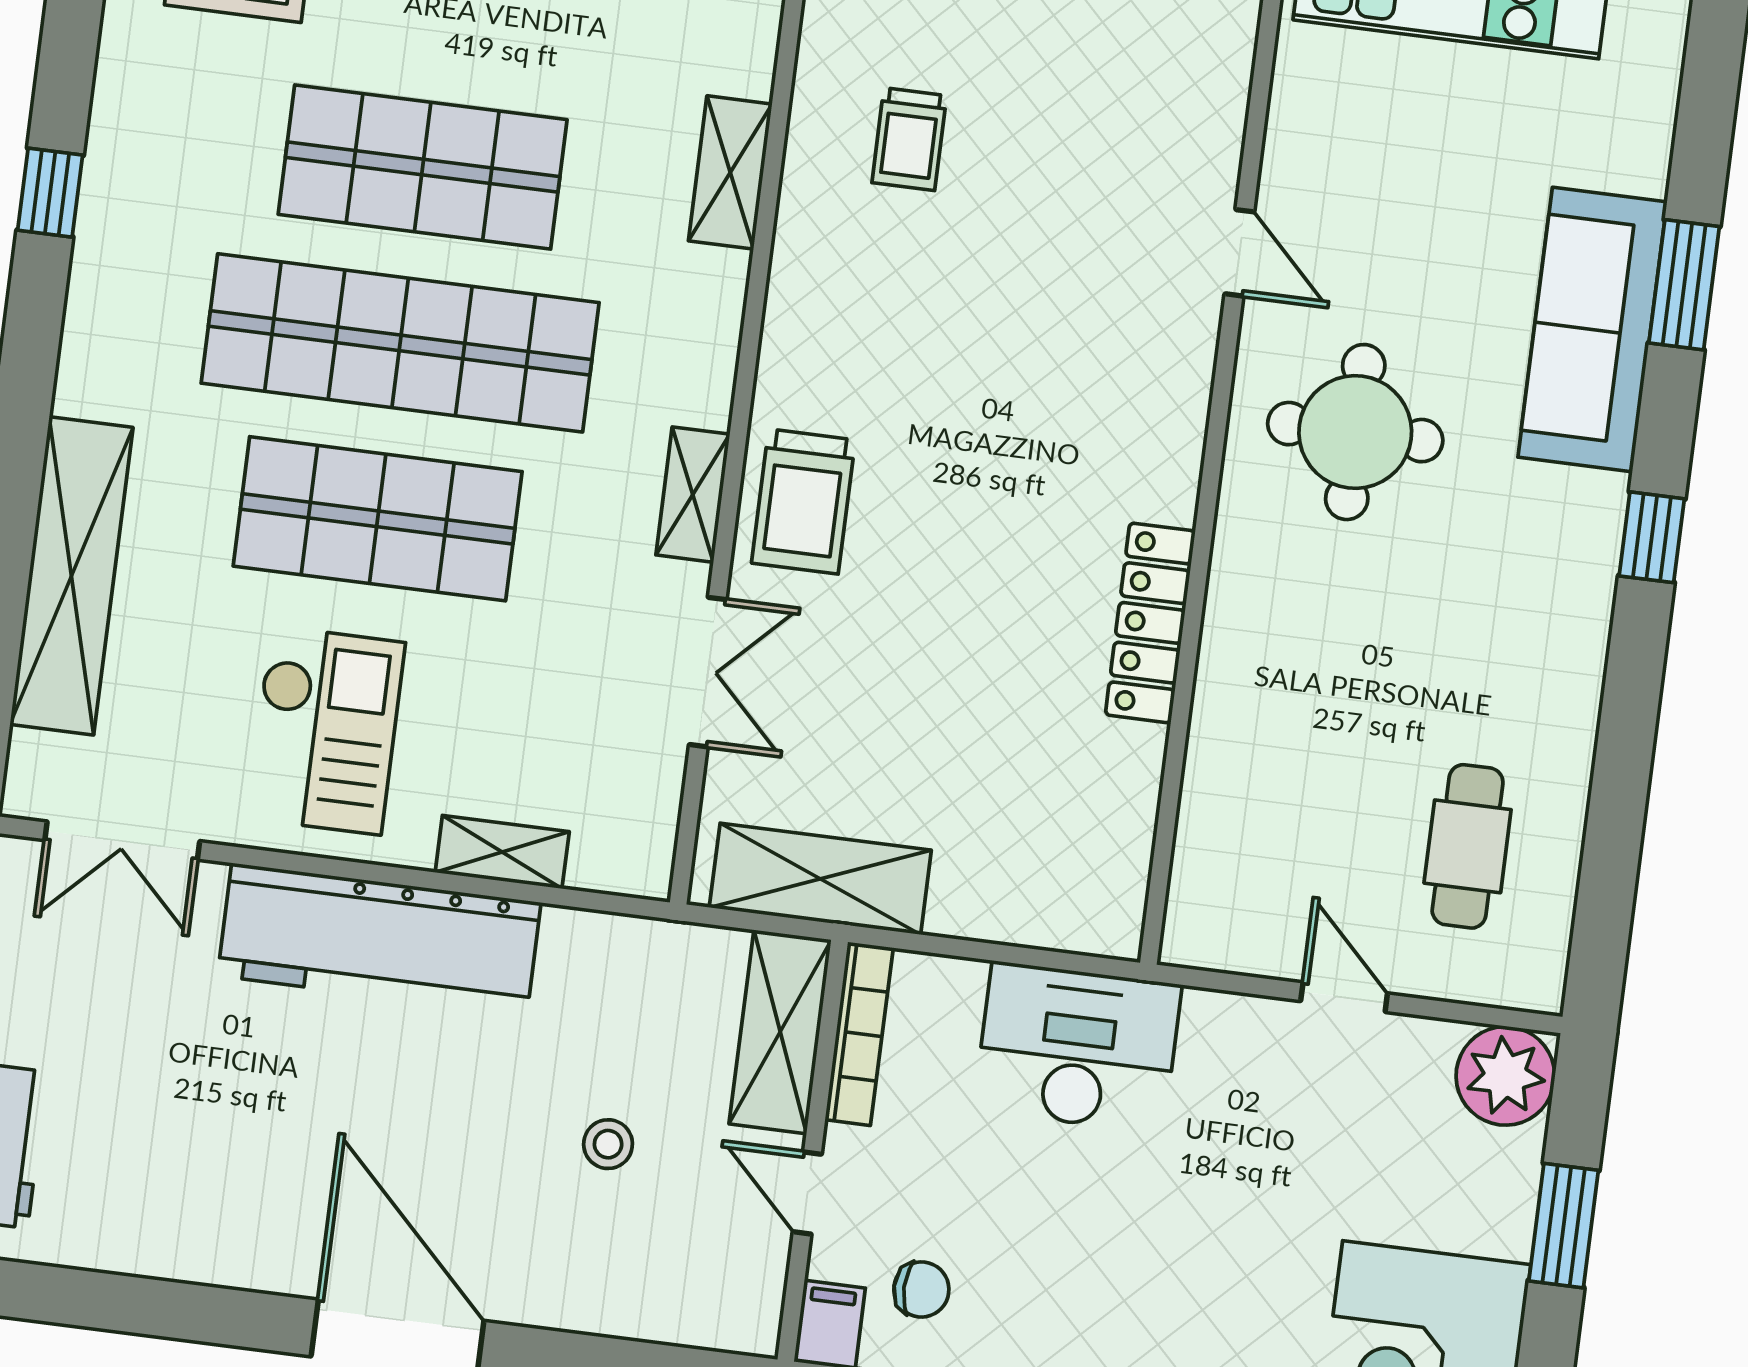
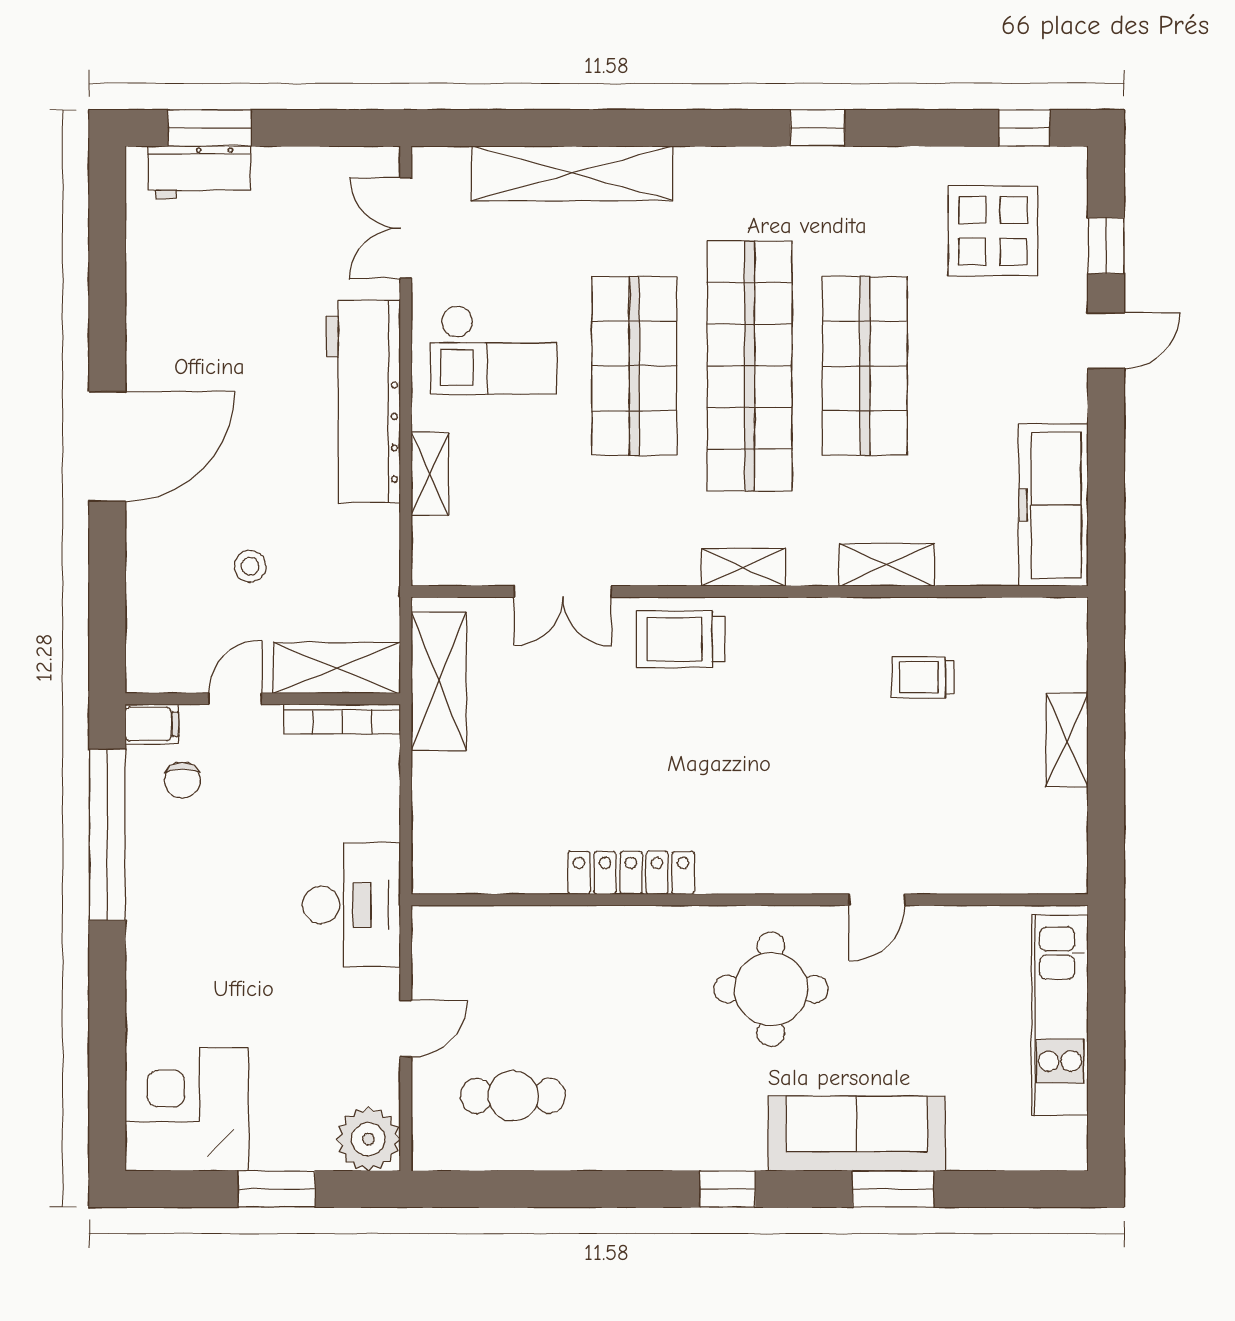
shelving: (693, 495) -> (743, 567), moved
desk: (1078, 1047) -> (351, 905), moved

